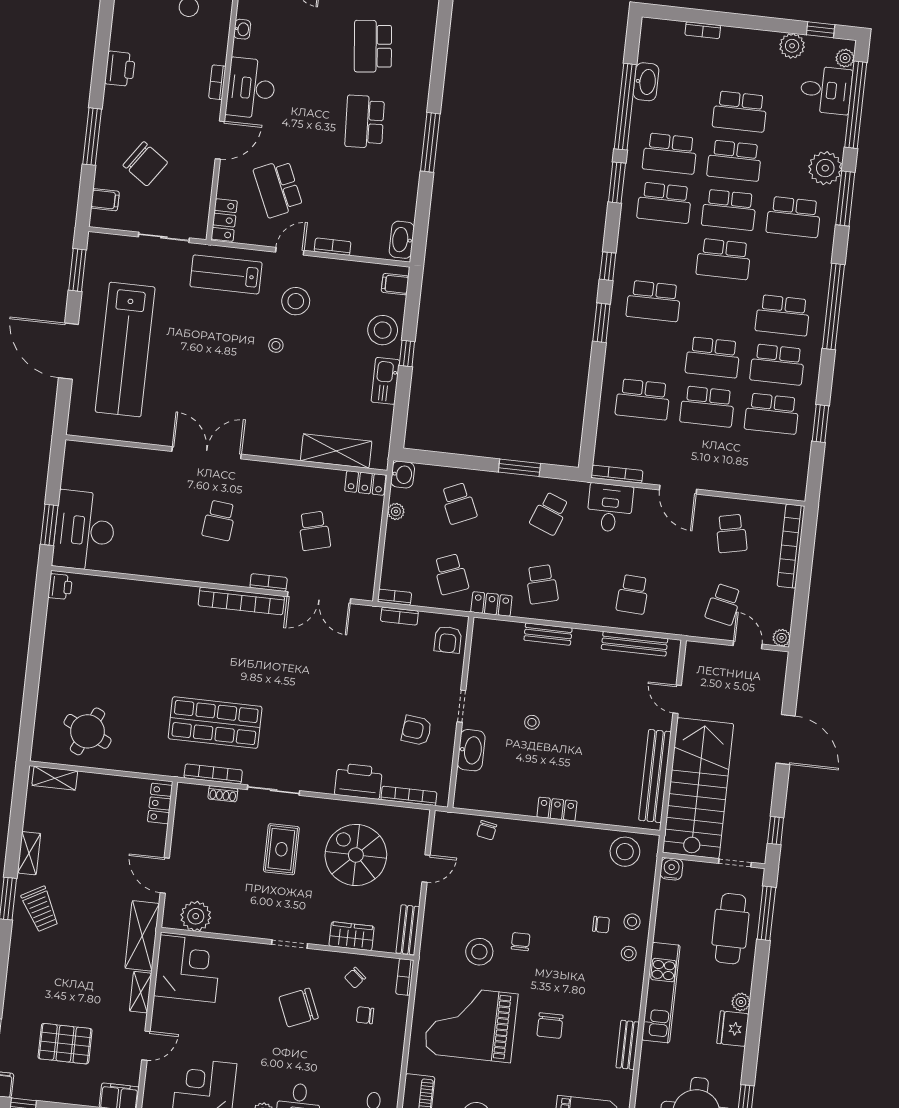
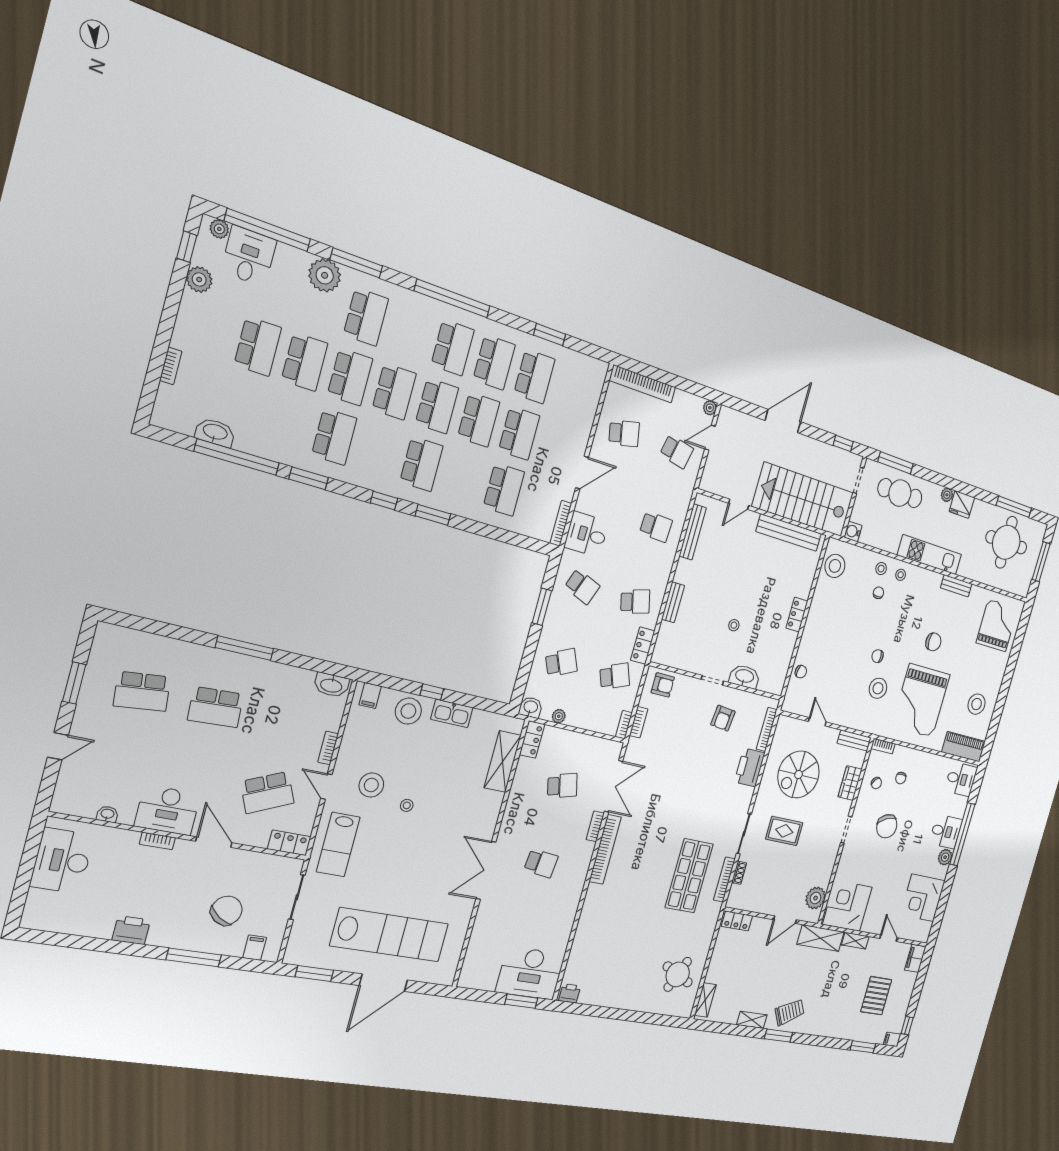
school desk: (670, 154) -> (437, 406), moved

